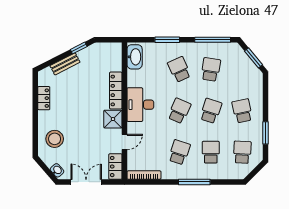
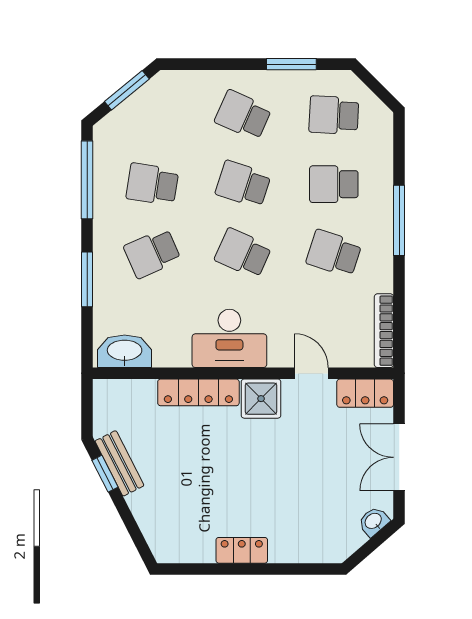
bench: (65, 64) -> (119, 463), moved
locker: (44, 98) -> (242, 550), moved
school desk: (242, 111) -> (243, 115), turned 36
stool: (55, 139) -> (305, 527), removed

